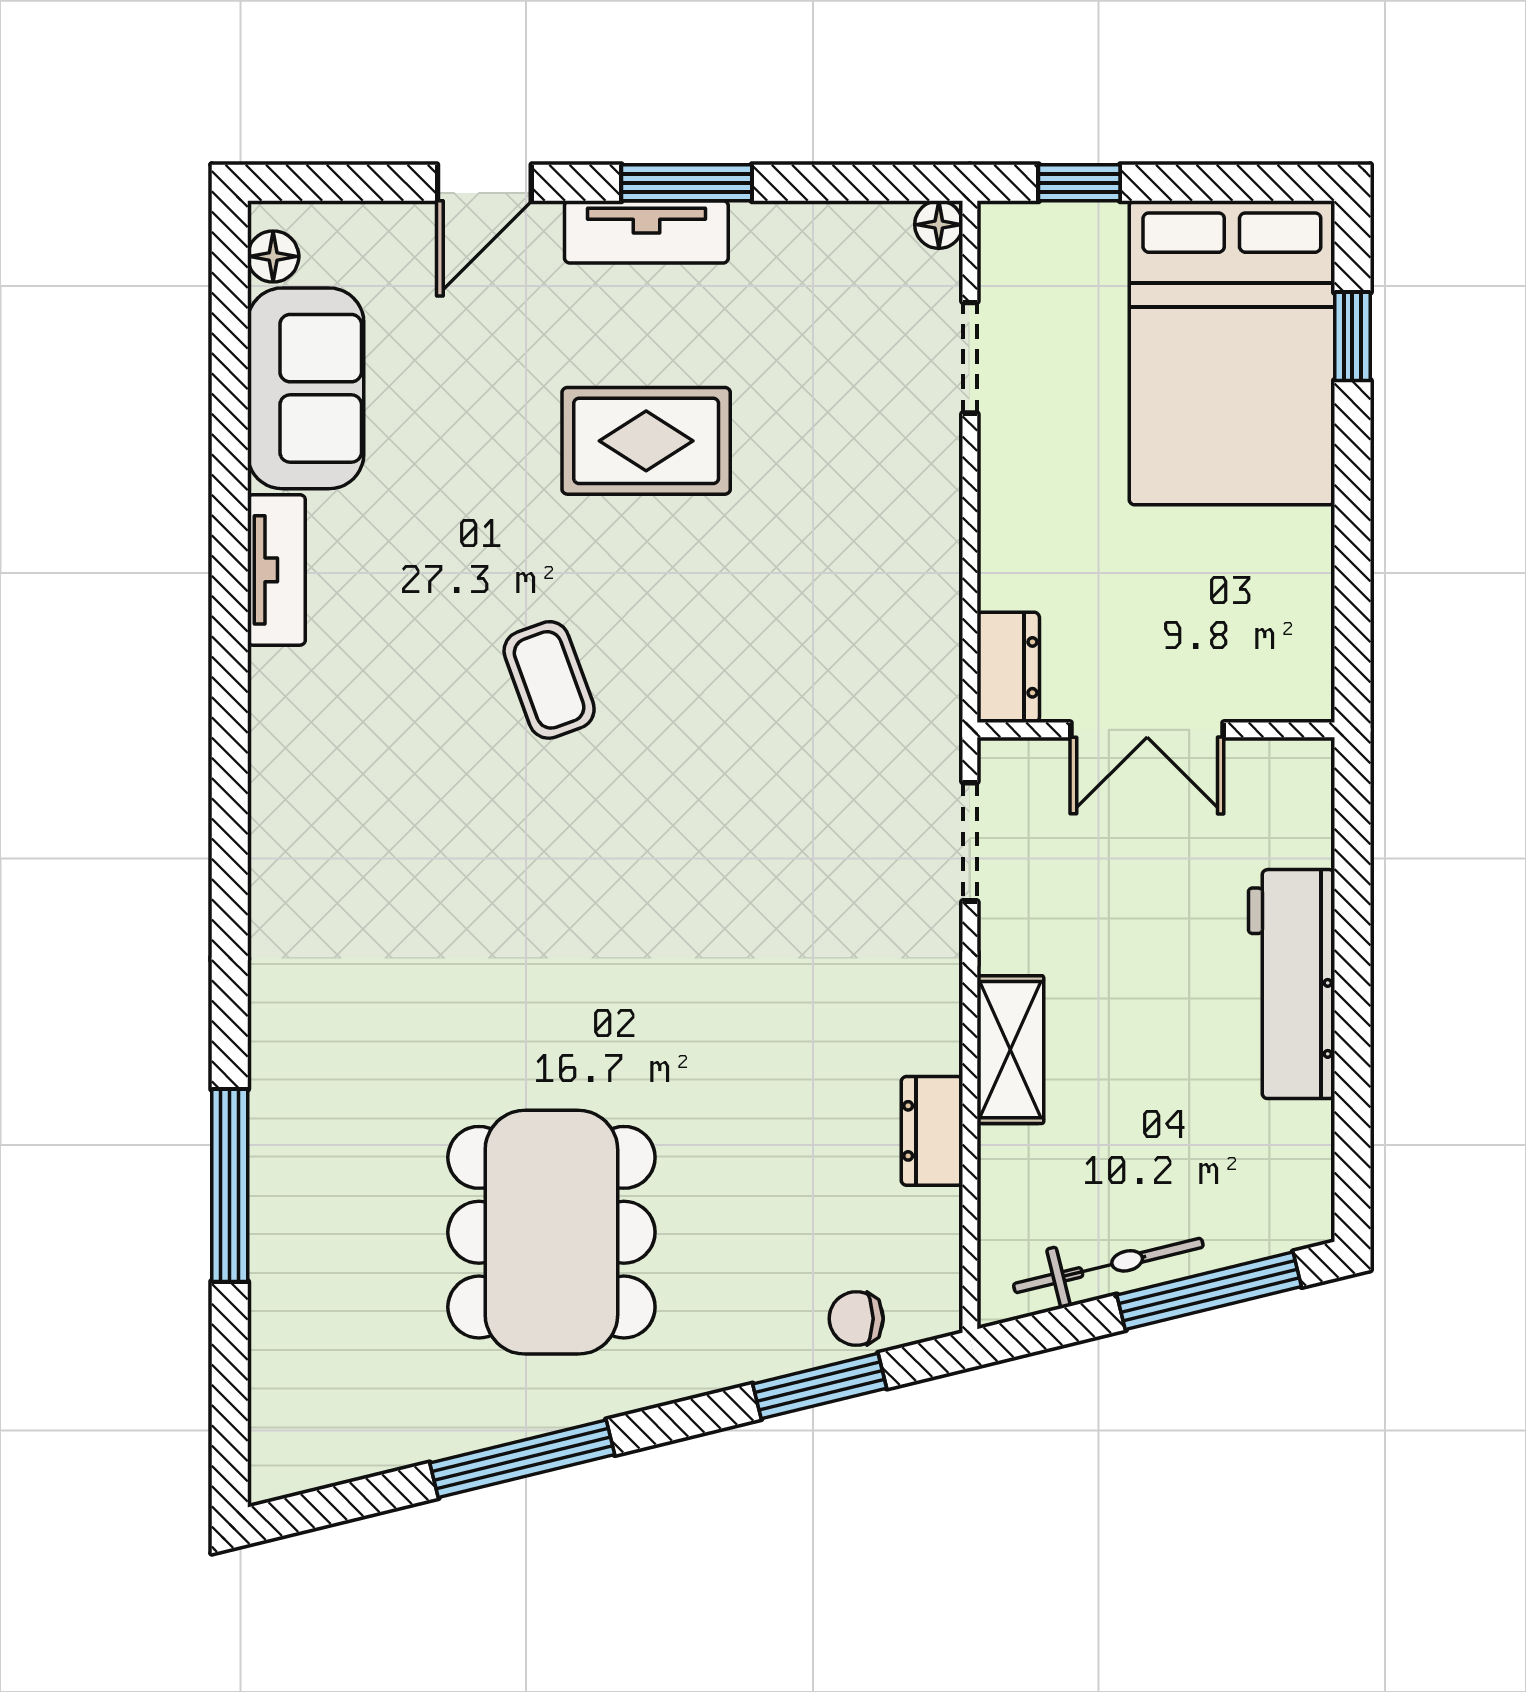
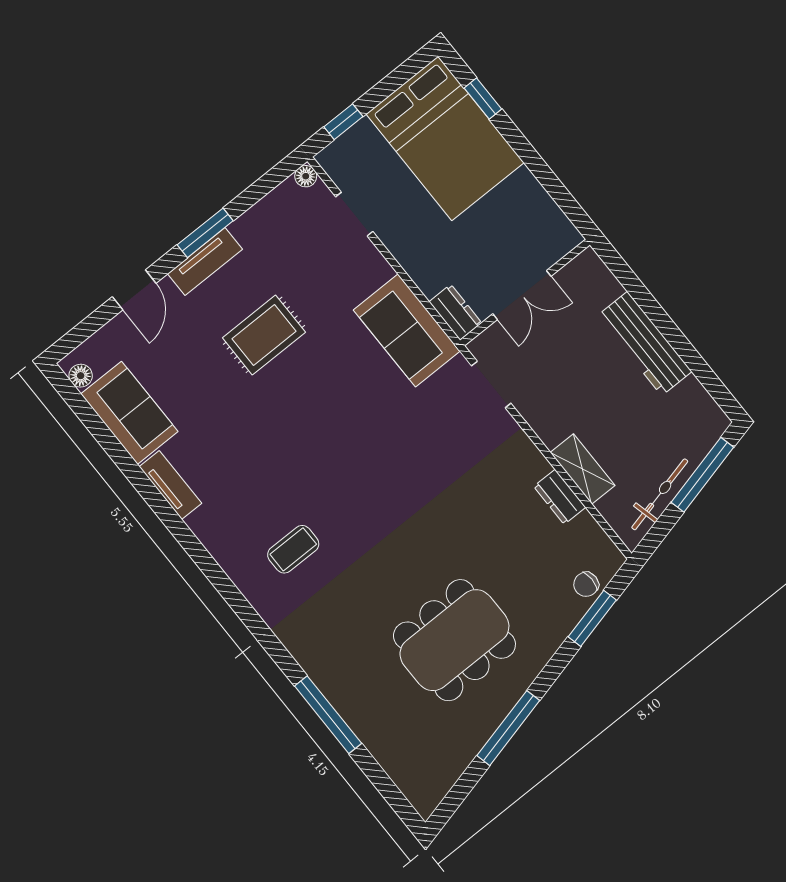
sofa: (899, 631) -> (407, 330), added
coffee table: (549, 680) -> (293, 549), moved, turned -70
shelving: (1010, 1050) -> (583, 469), moved
dining table: (551, 1232) -> (454, 640), turned 90

